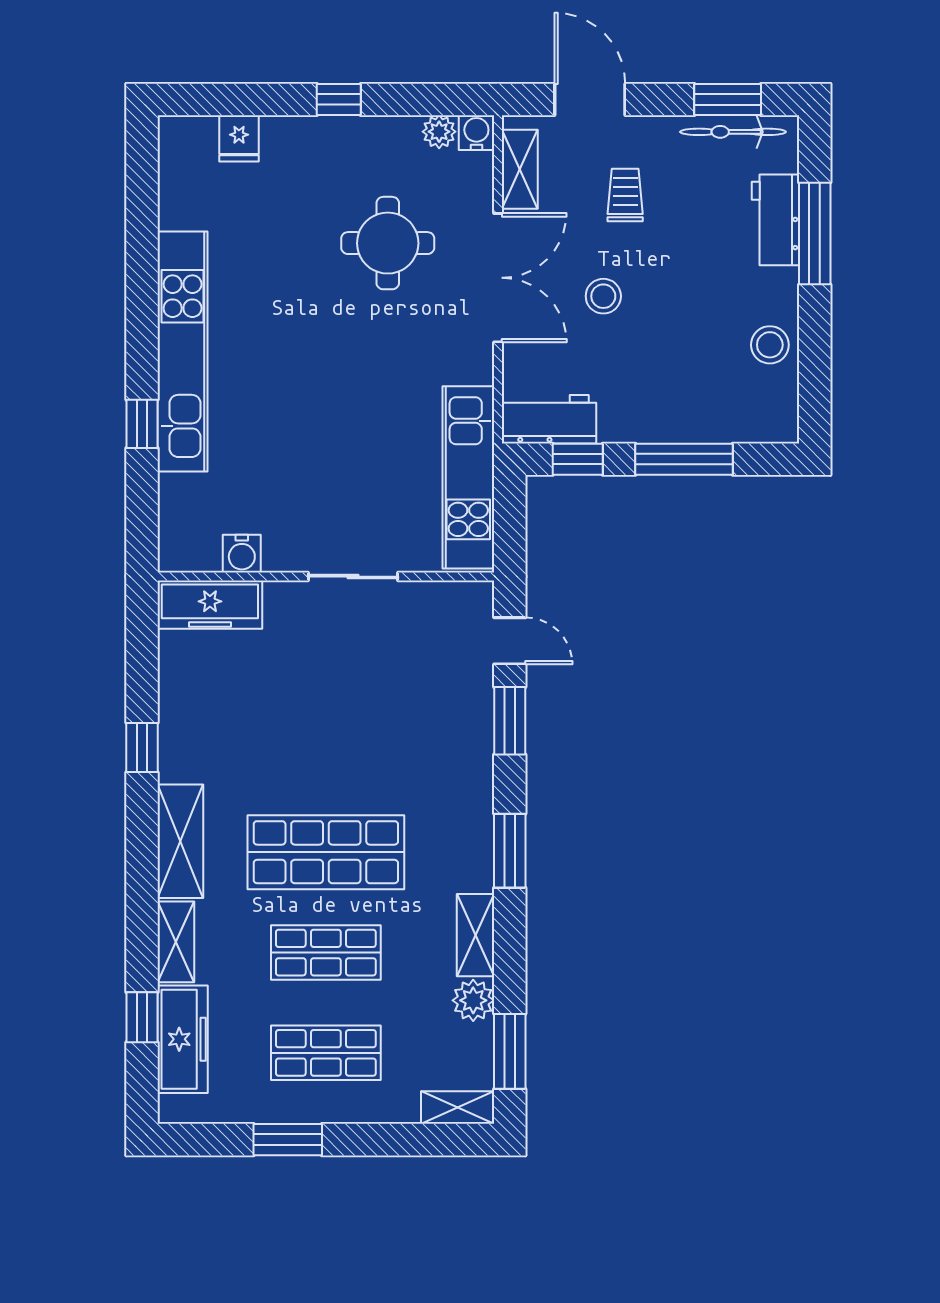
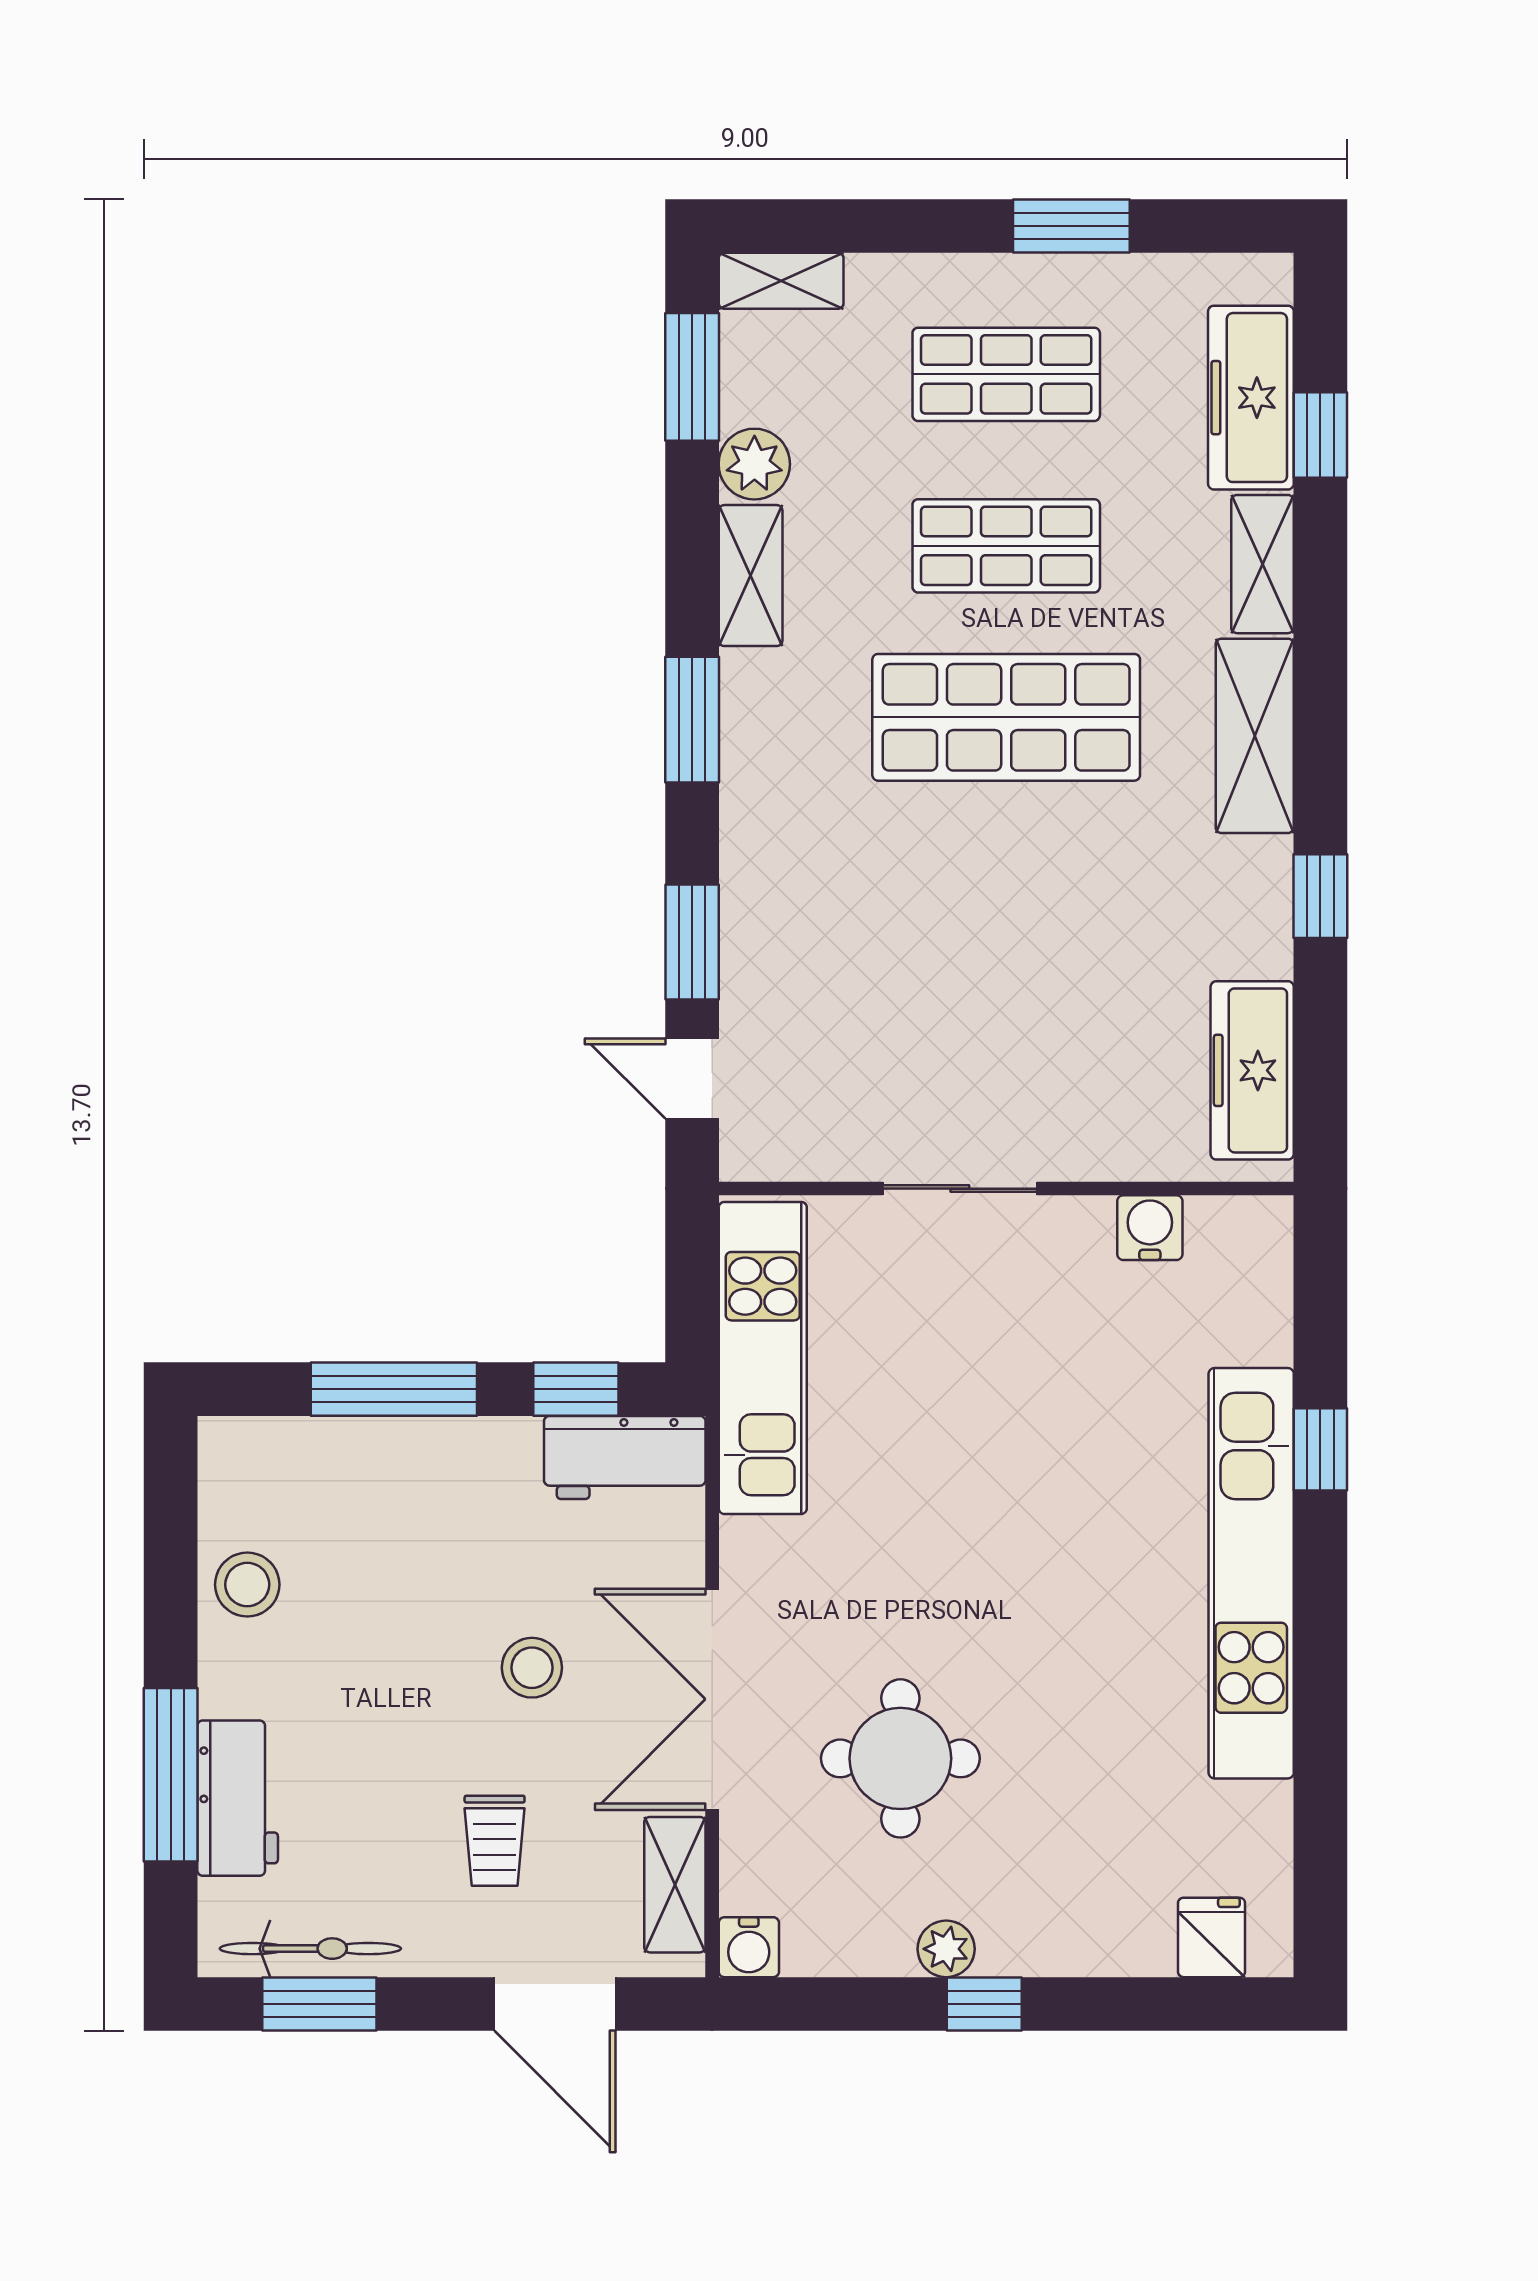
plant: (439, 132) -> (946, 1949), moved
fridge: (239, 138) -> (1212, 1937), moved
freezer: (210, 605) -> (1252, 1070), moved, turned -90

